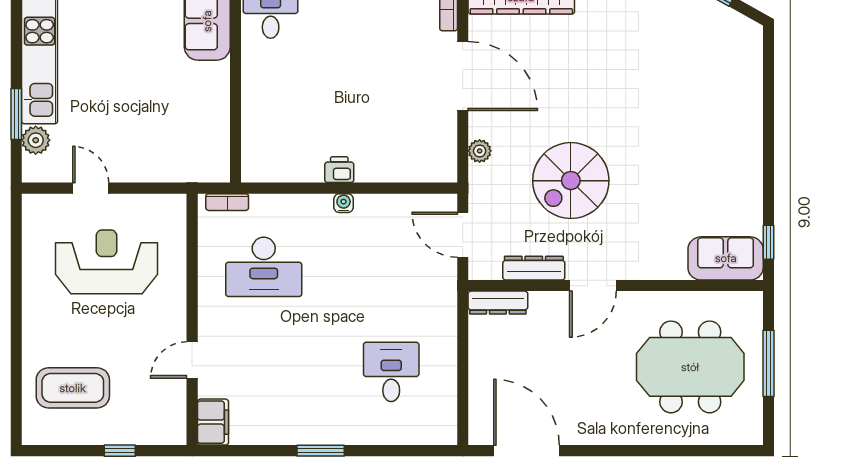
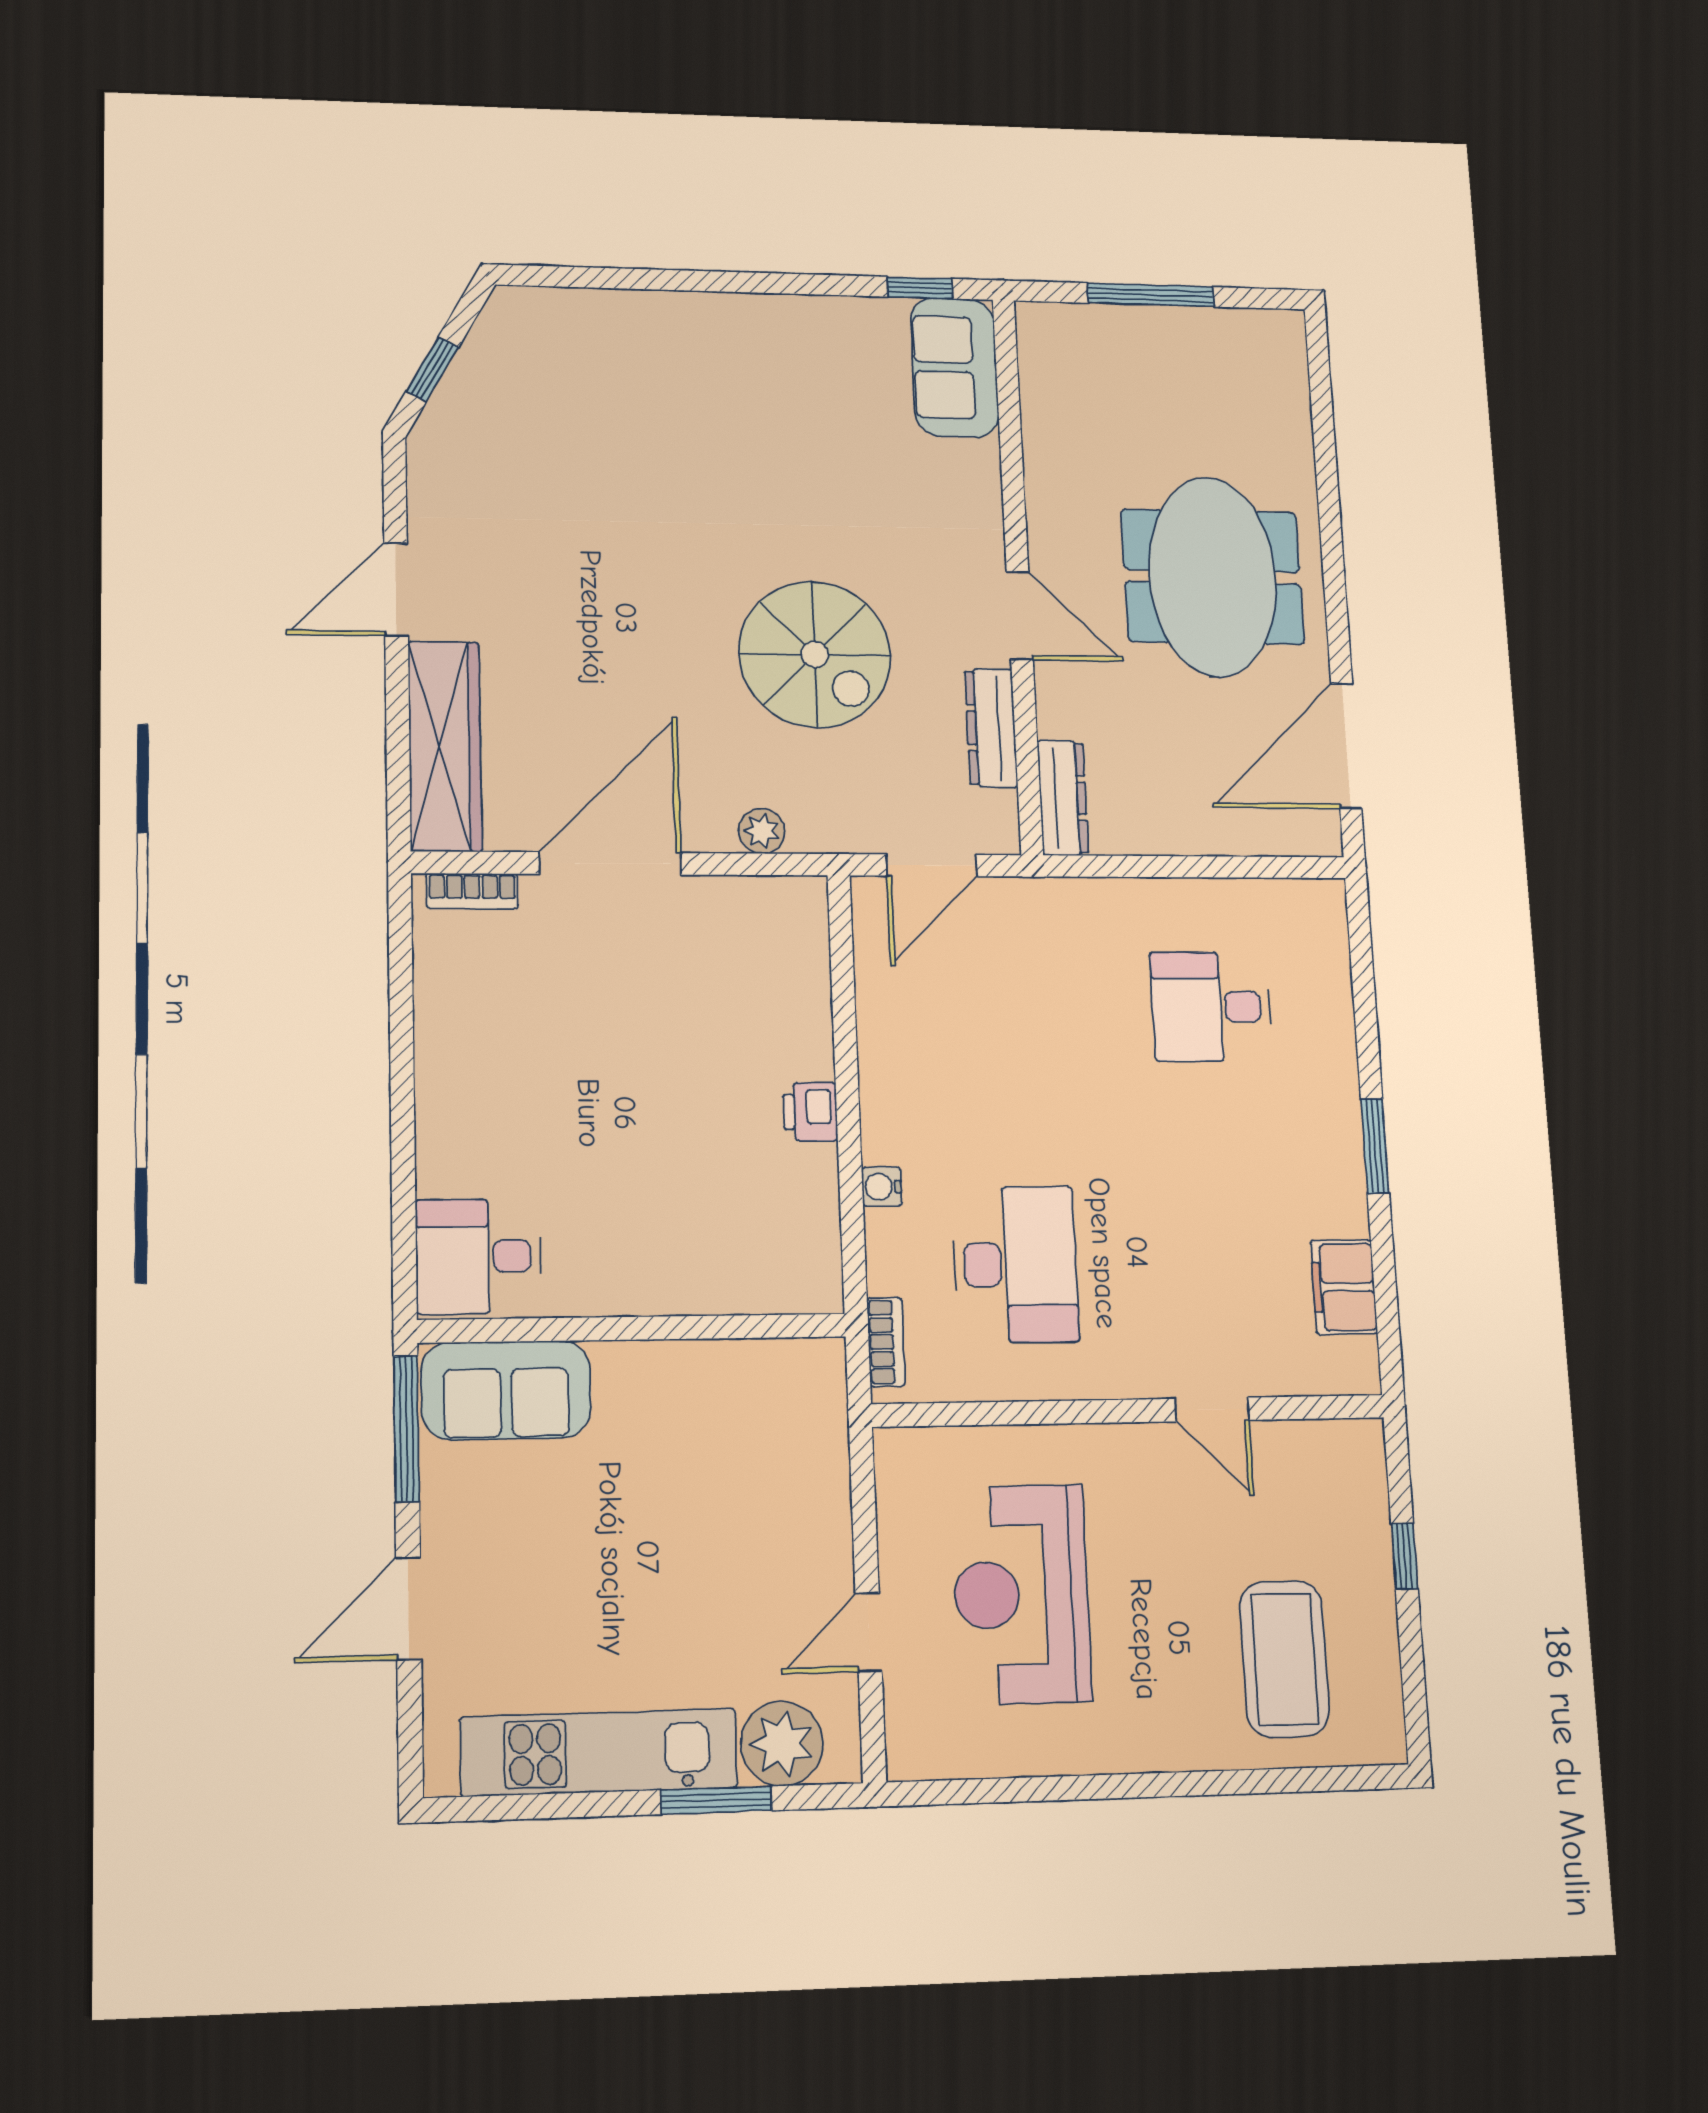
plant: (36, 140) -> (782, 1744), width x1.36, depth x1.36
water cooler: (344, 203) -> (882, 1187), moved
meeting table: (690, 367) -> (1213, 577), moved
filing cabinet: (213, 422) -> (1344, 1287), moved, turned -90

